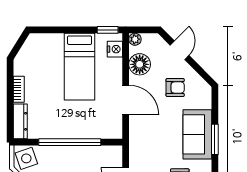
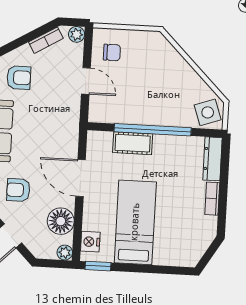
cot: (85, 130) -> (133, 143), added

